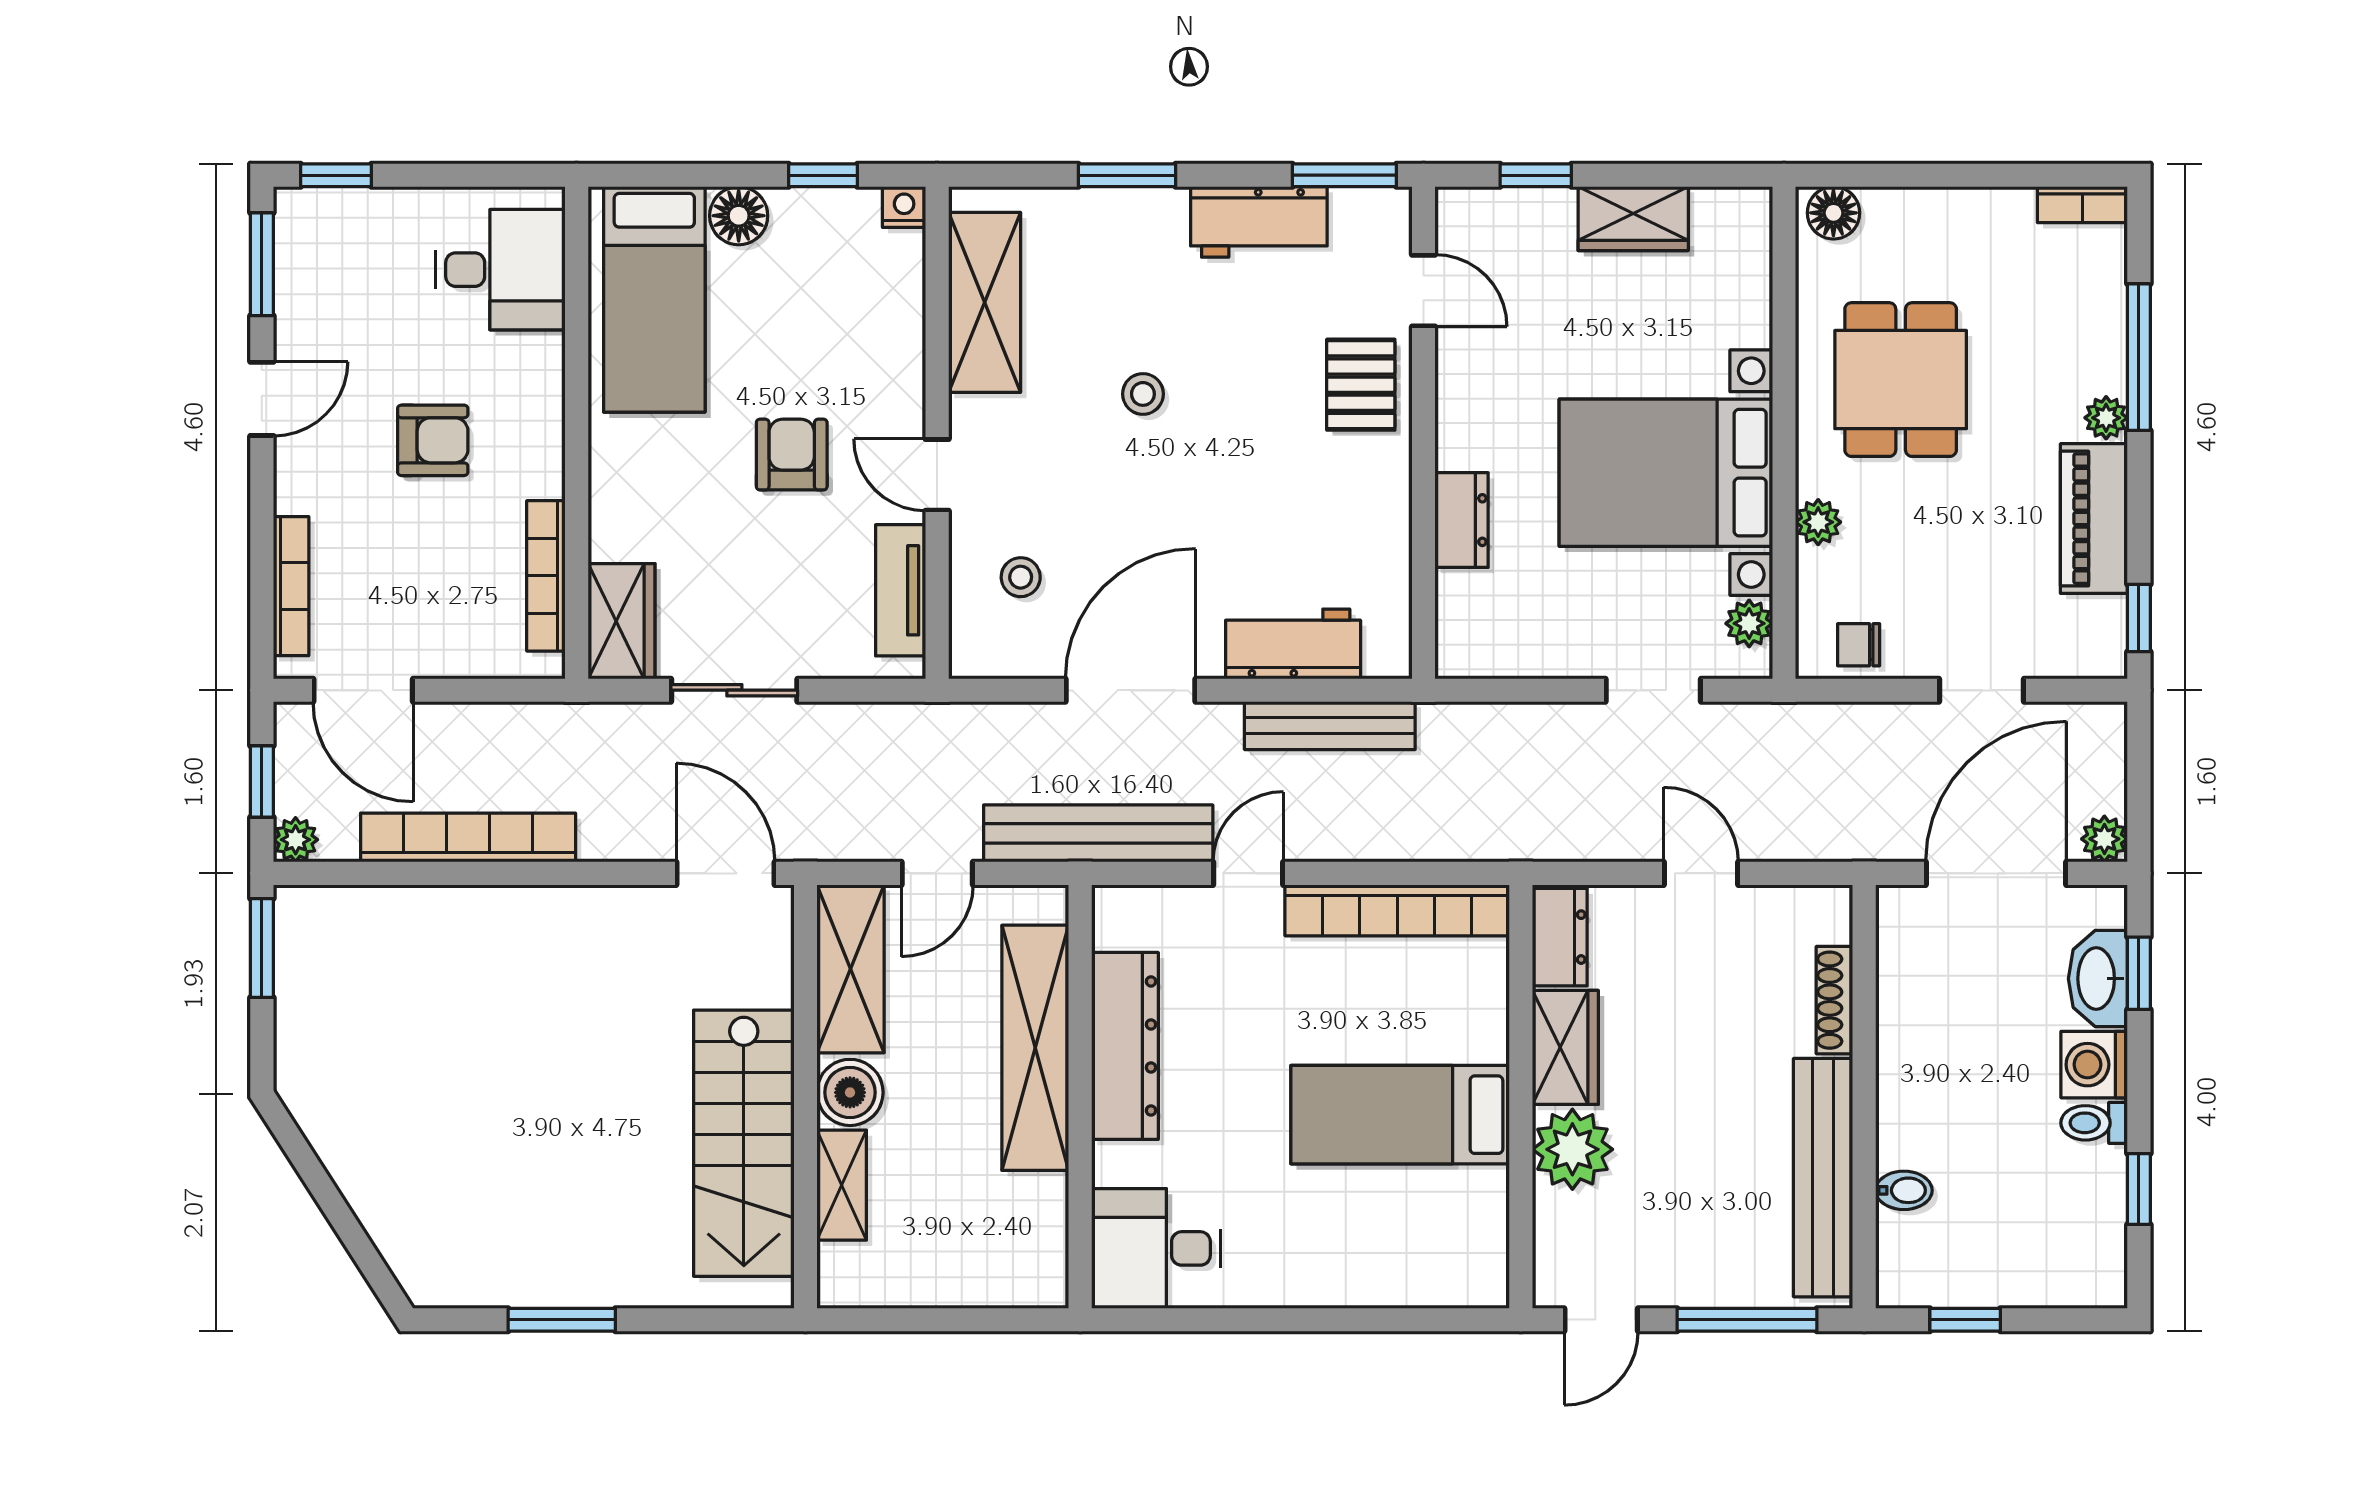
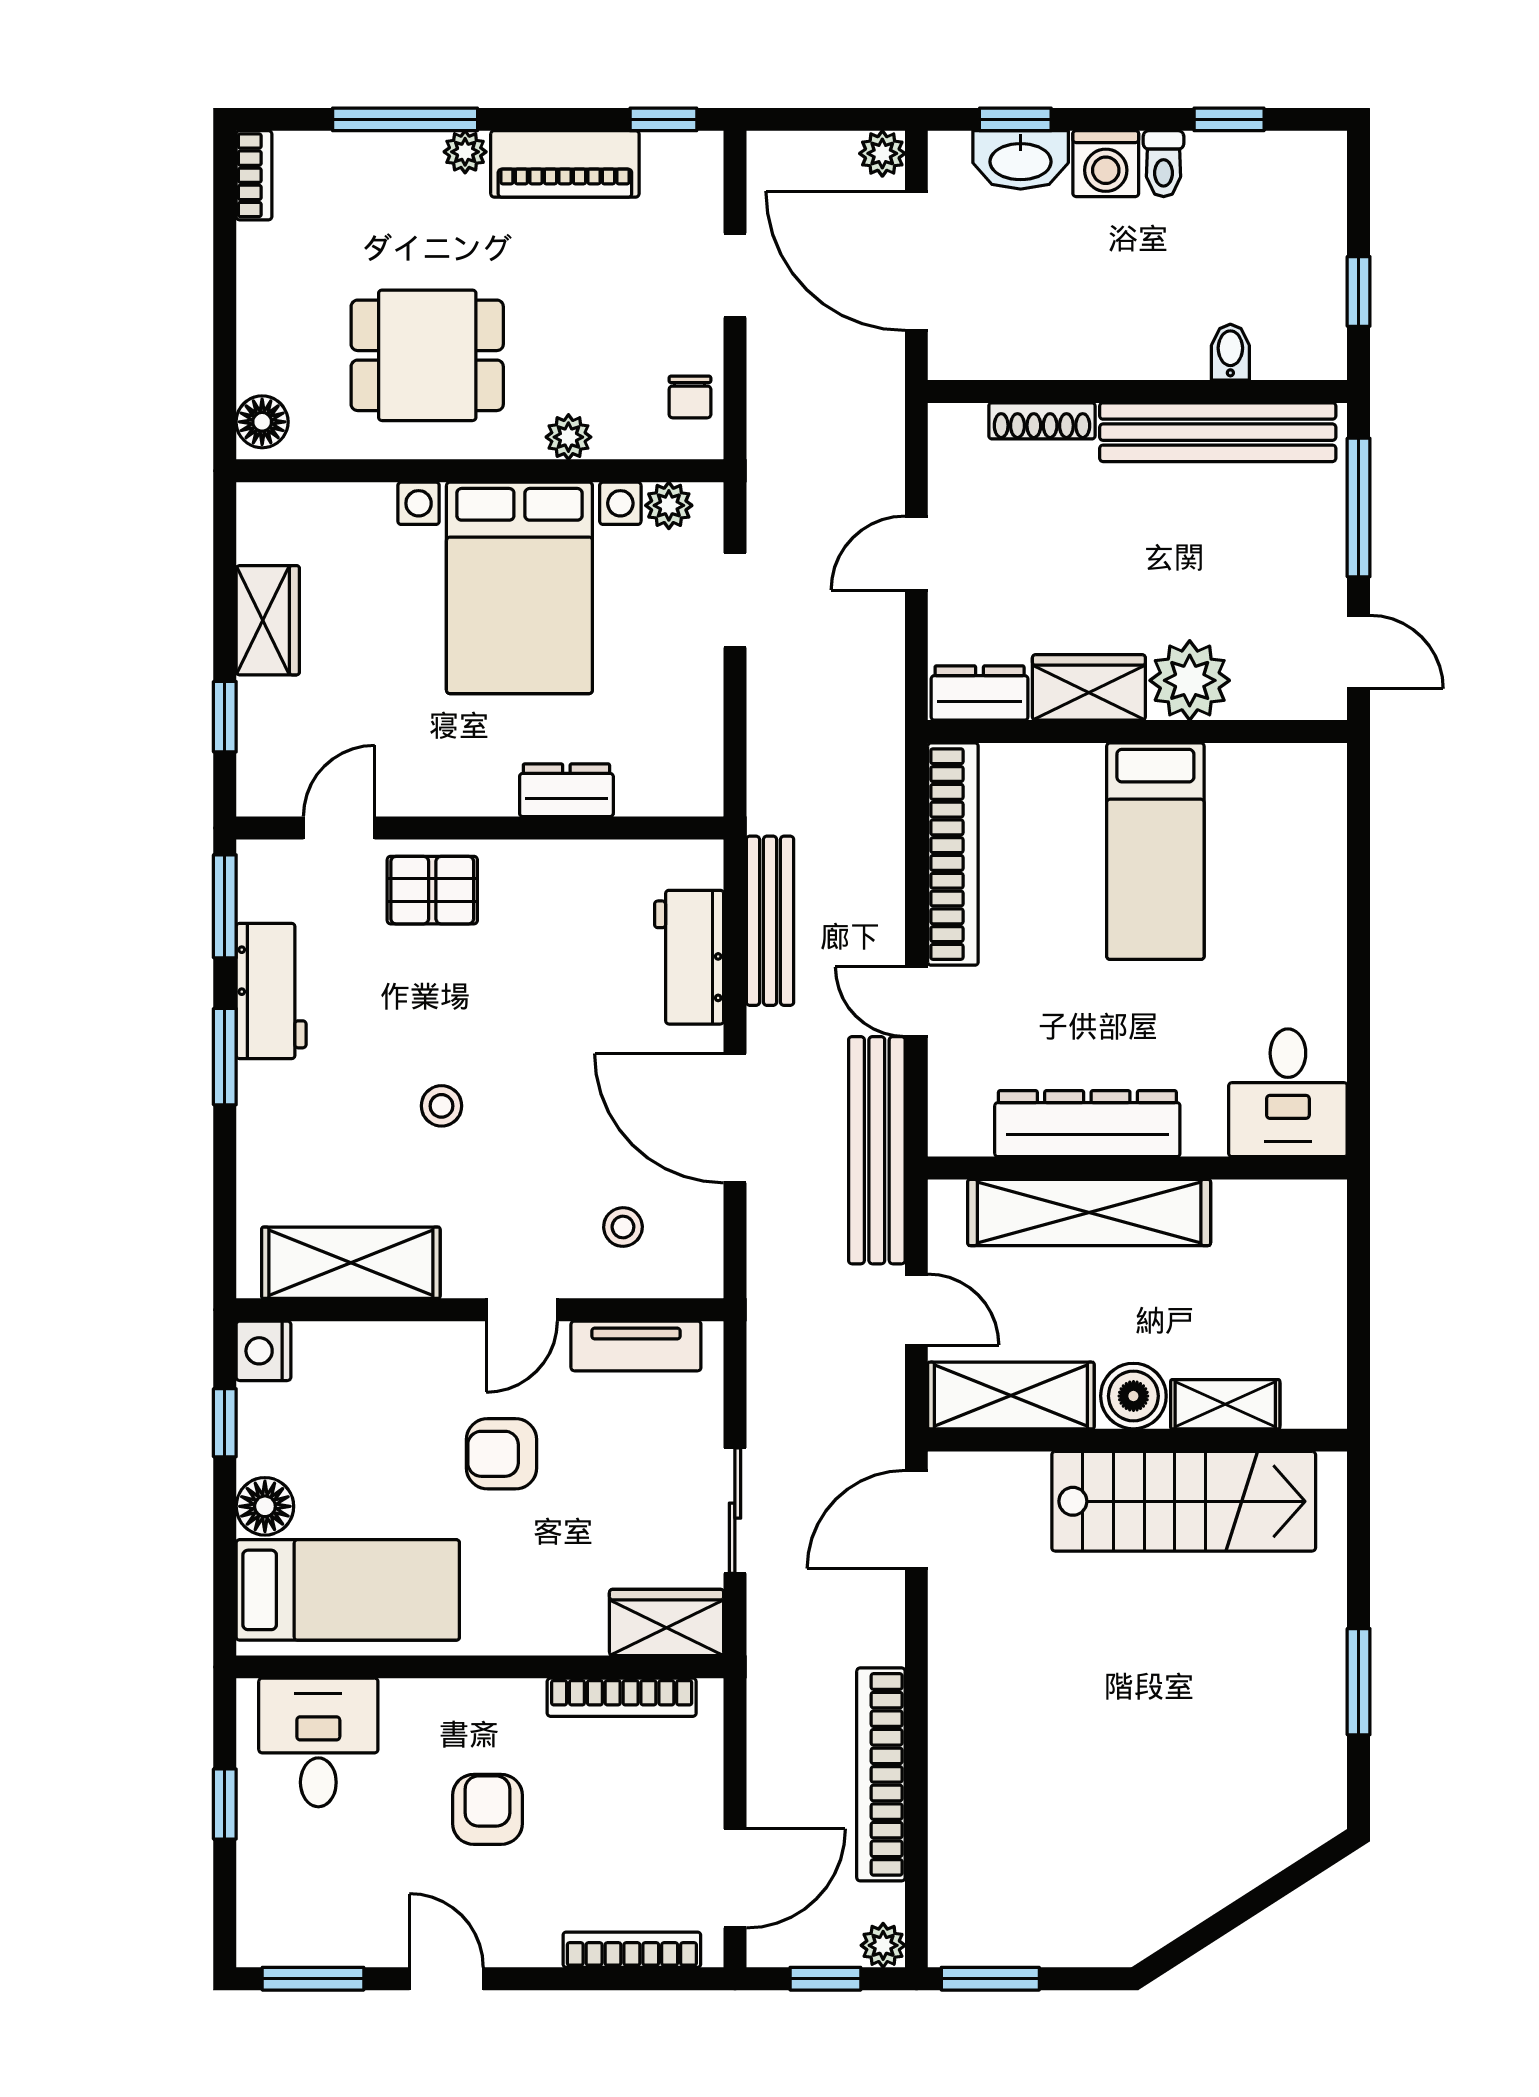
window: (336, 175) -> (225, 1804), moved
window: (1127, 175) -> (225, 1057), moved
nightstand: (904, 207) -> (263, 1351), width x1.39, depth x1.35

